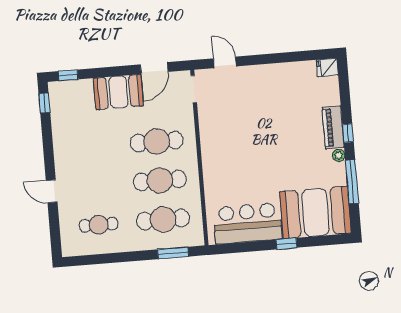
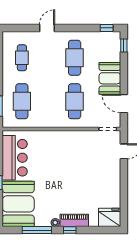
fridge: (327, 68) -> (110, 217), width x1.88, depth x1.34
cafe table: (160, 180) -> (75, 58), moved

